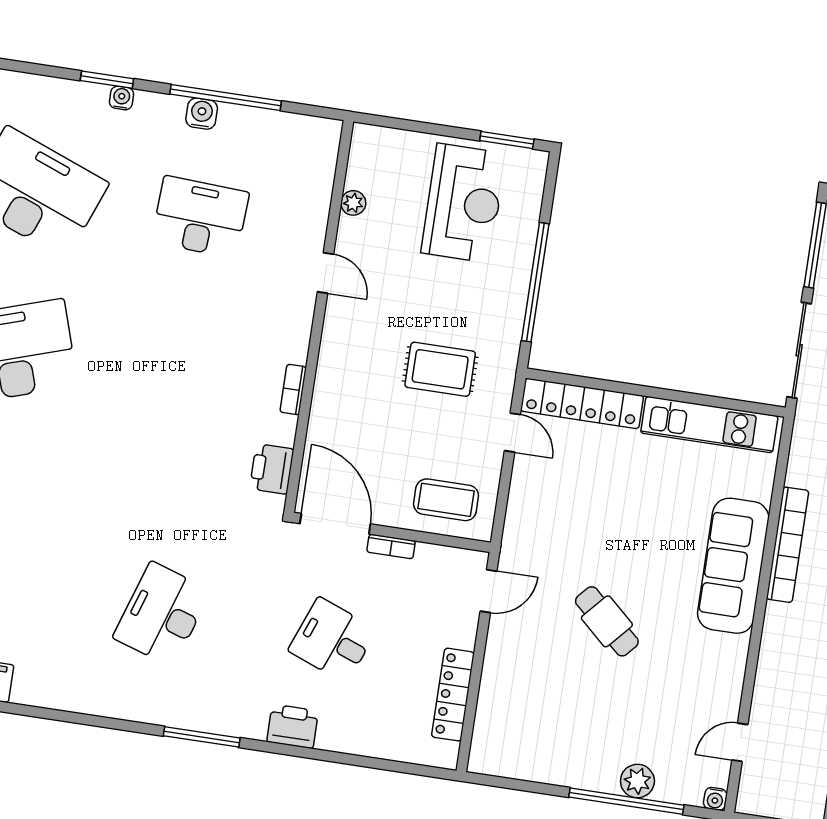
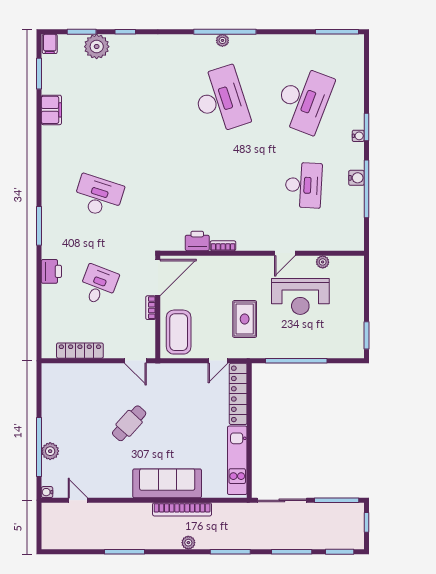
reception desk: (464, 203) -> (300, 297), moved
printer: (272, 469) -> (197, 241), moved
coffee table: (446, 500) -> (179, 332), width x1.36, depth x1.32

